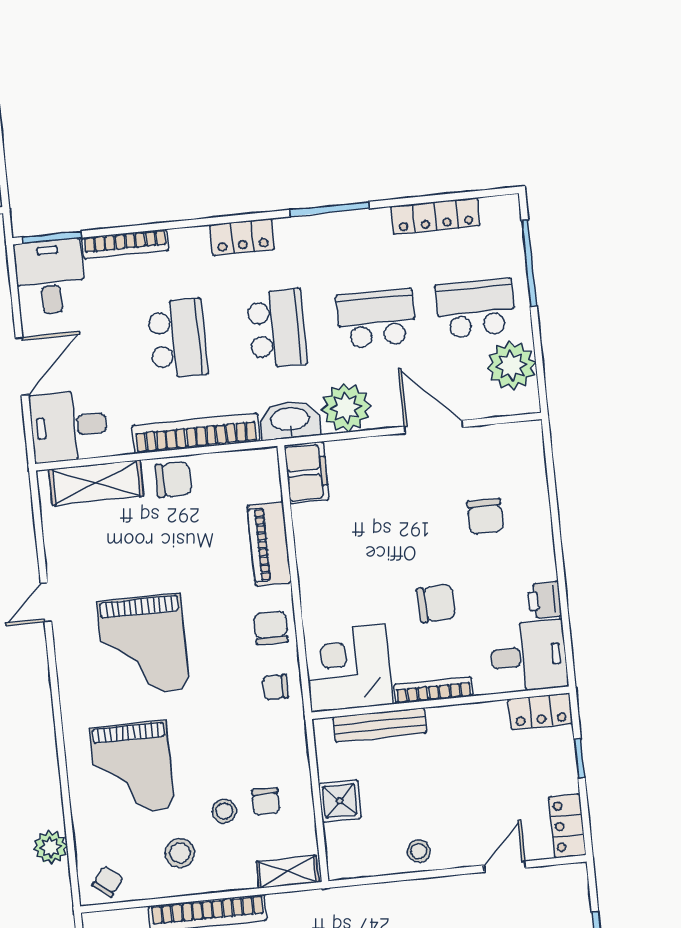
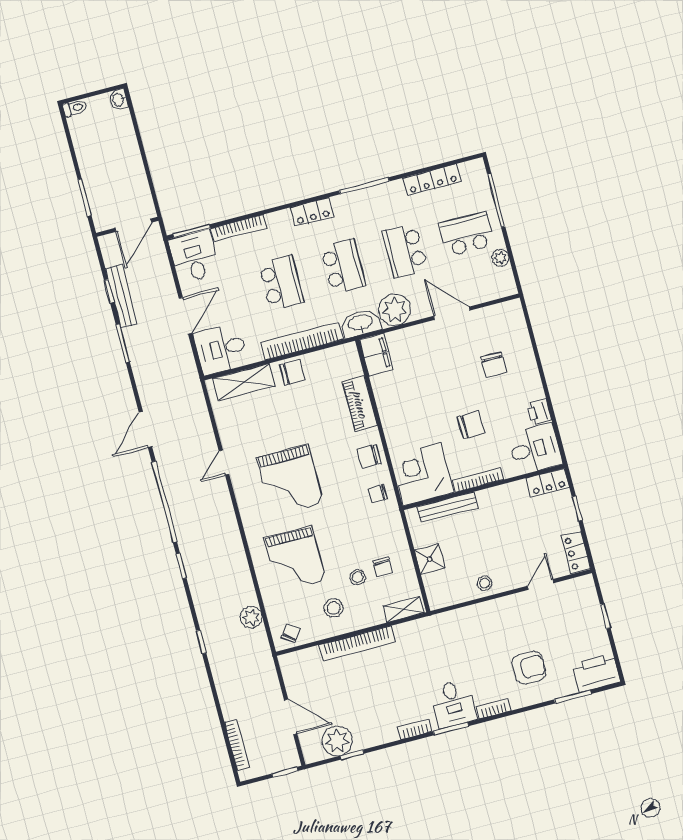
school desk: (376, 318) -> (405, 250), turned -90
plant: (511, 365) -> (500, 258), width x0.53, depth x0.53
chair: (271, 628) -> (369, 456), turned -90

